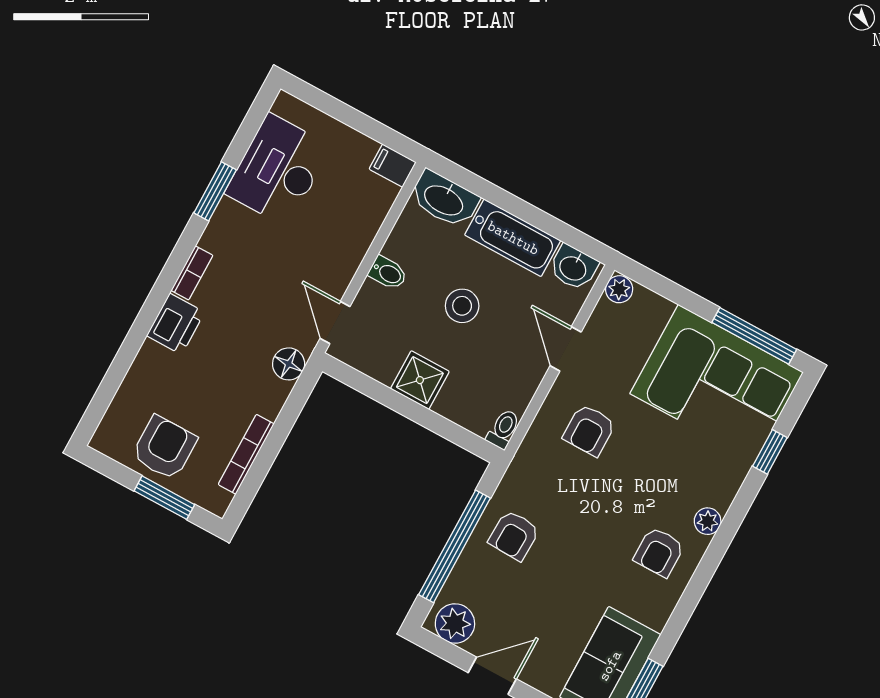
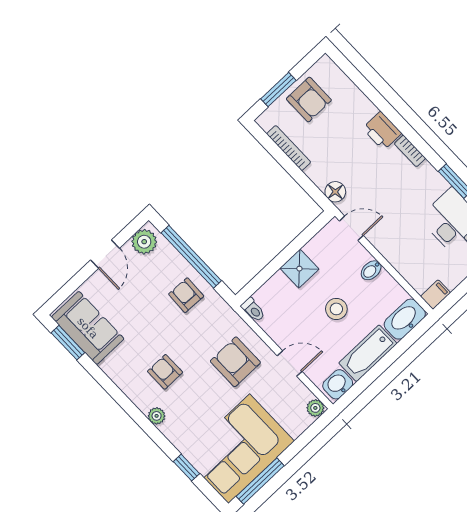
armchair: (589, 430) -> (235, 362), width x1.38, depth x1.38
armchair: (659, 552) -> (165, 372), moved

